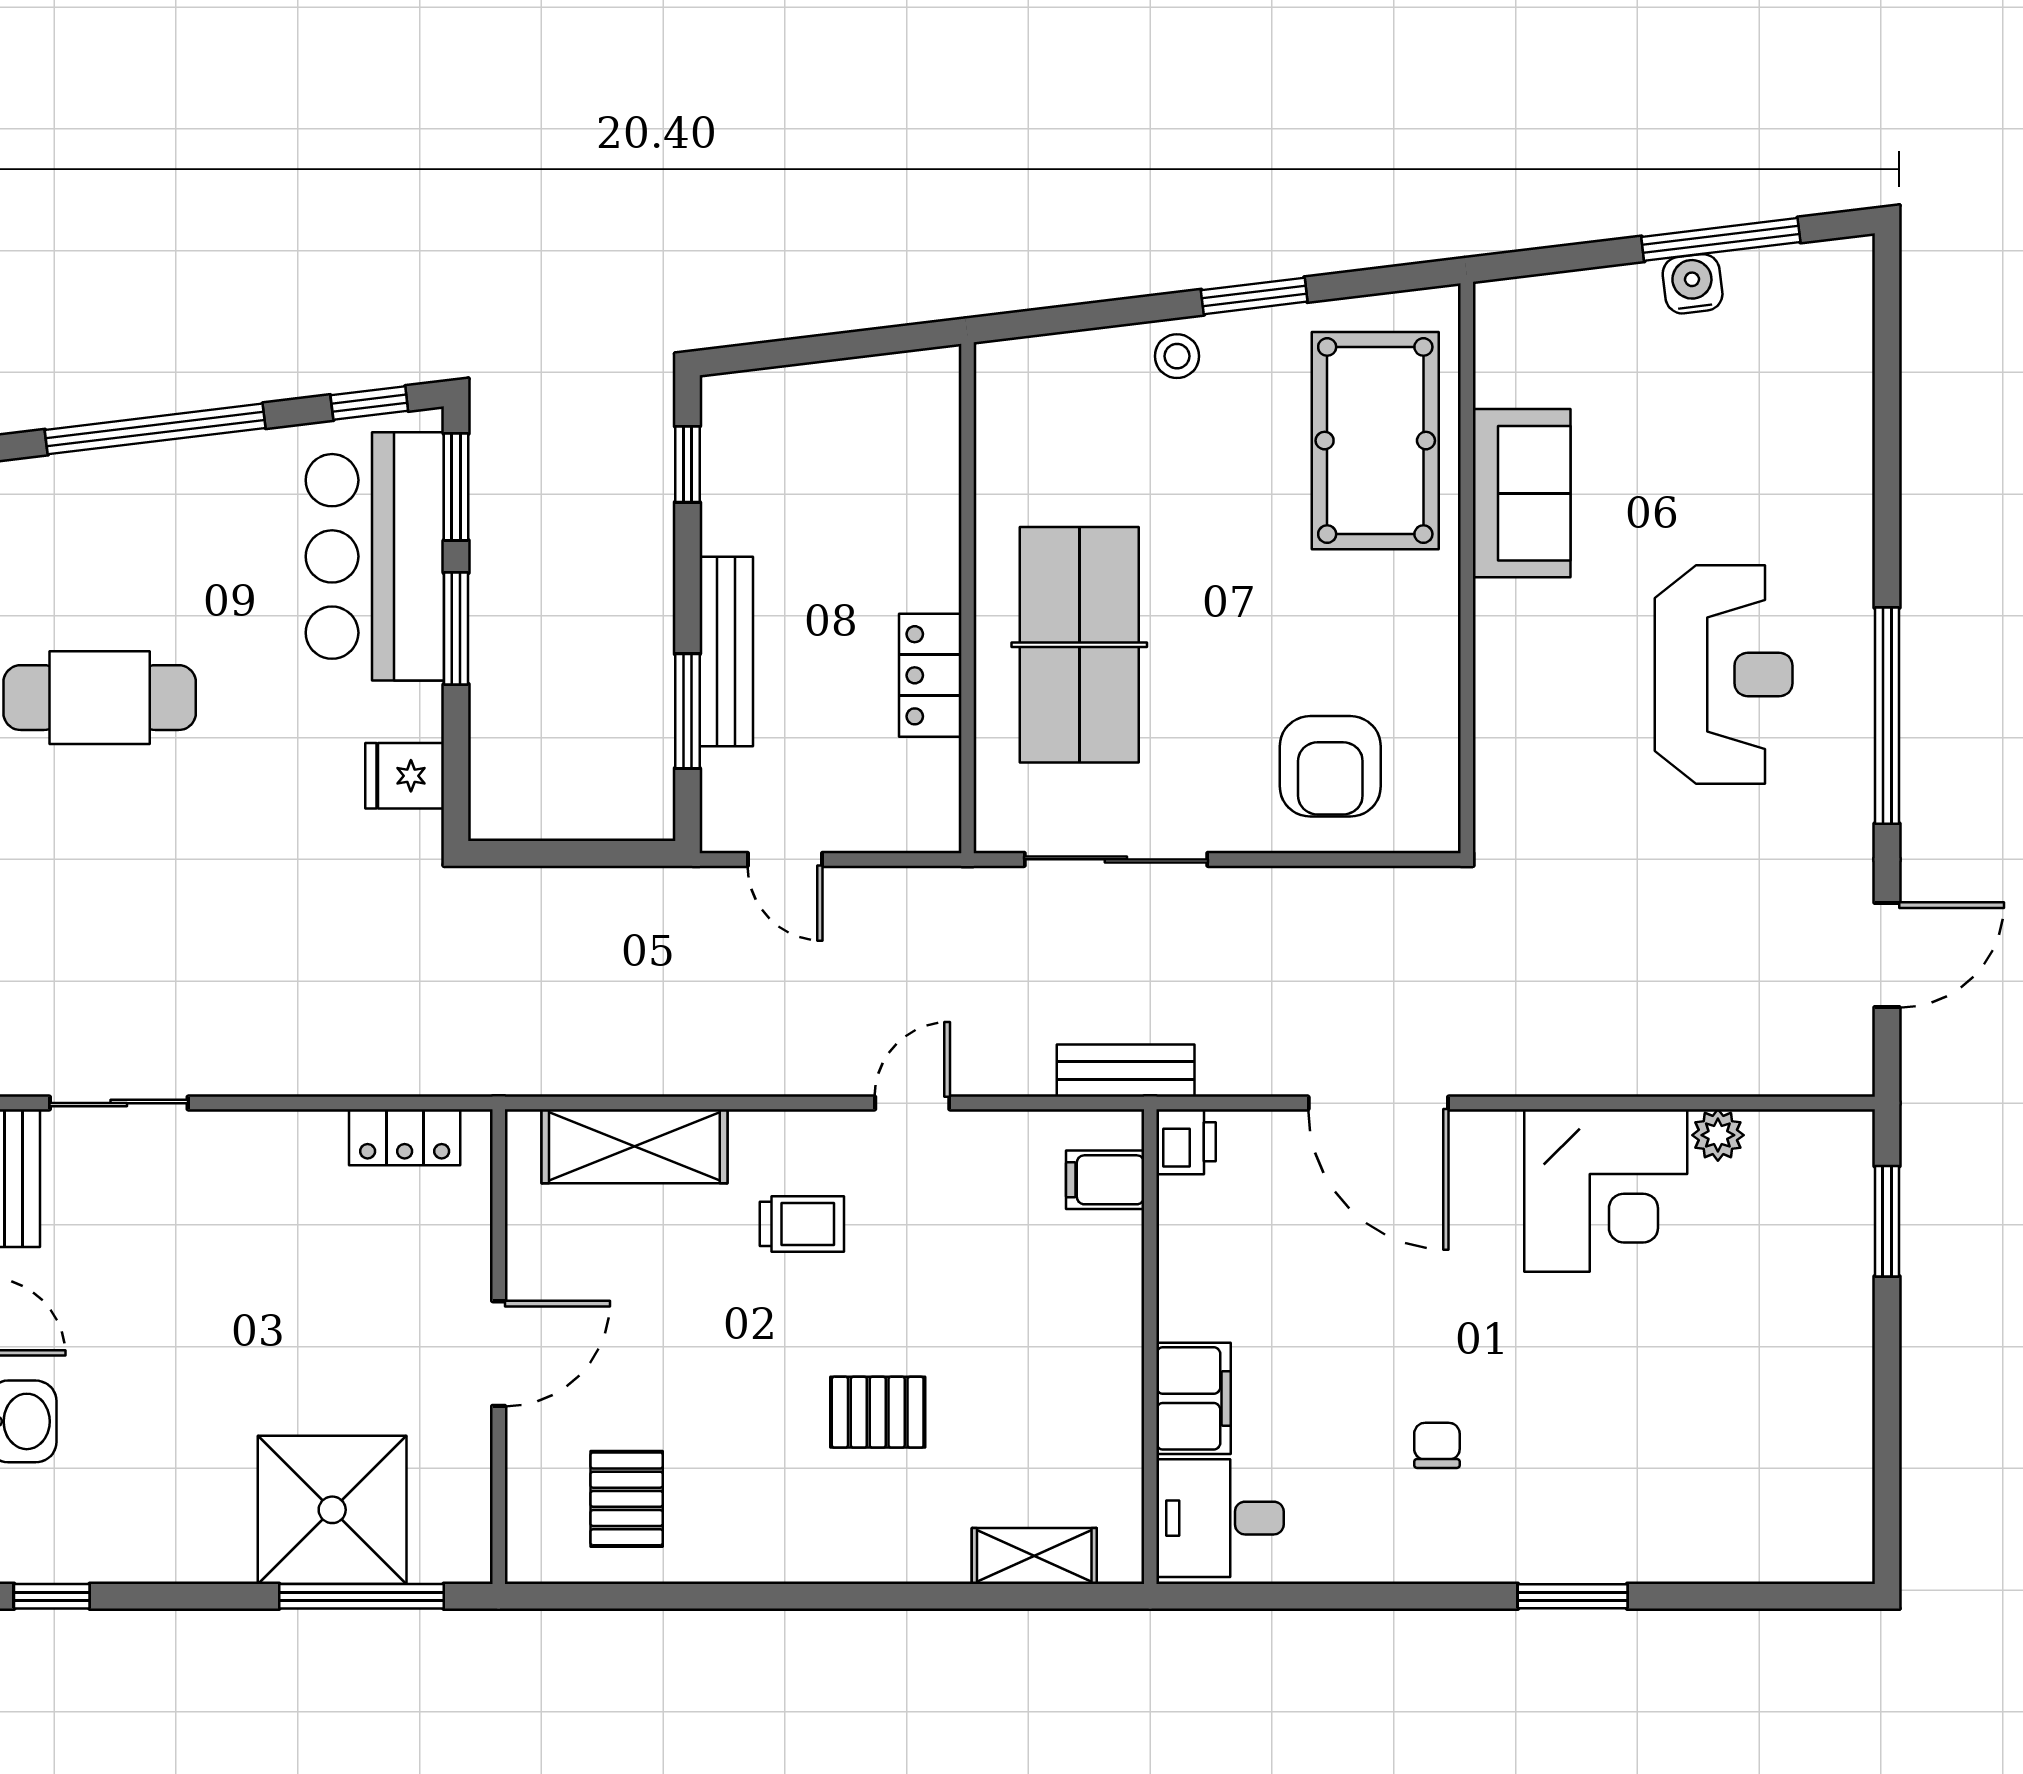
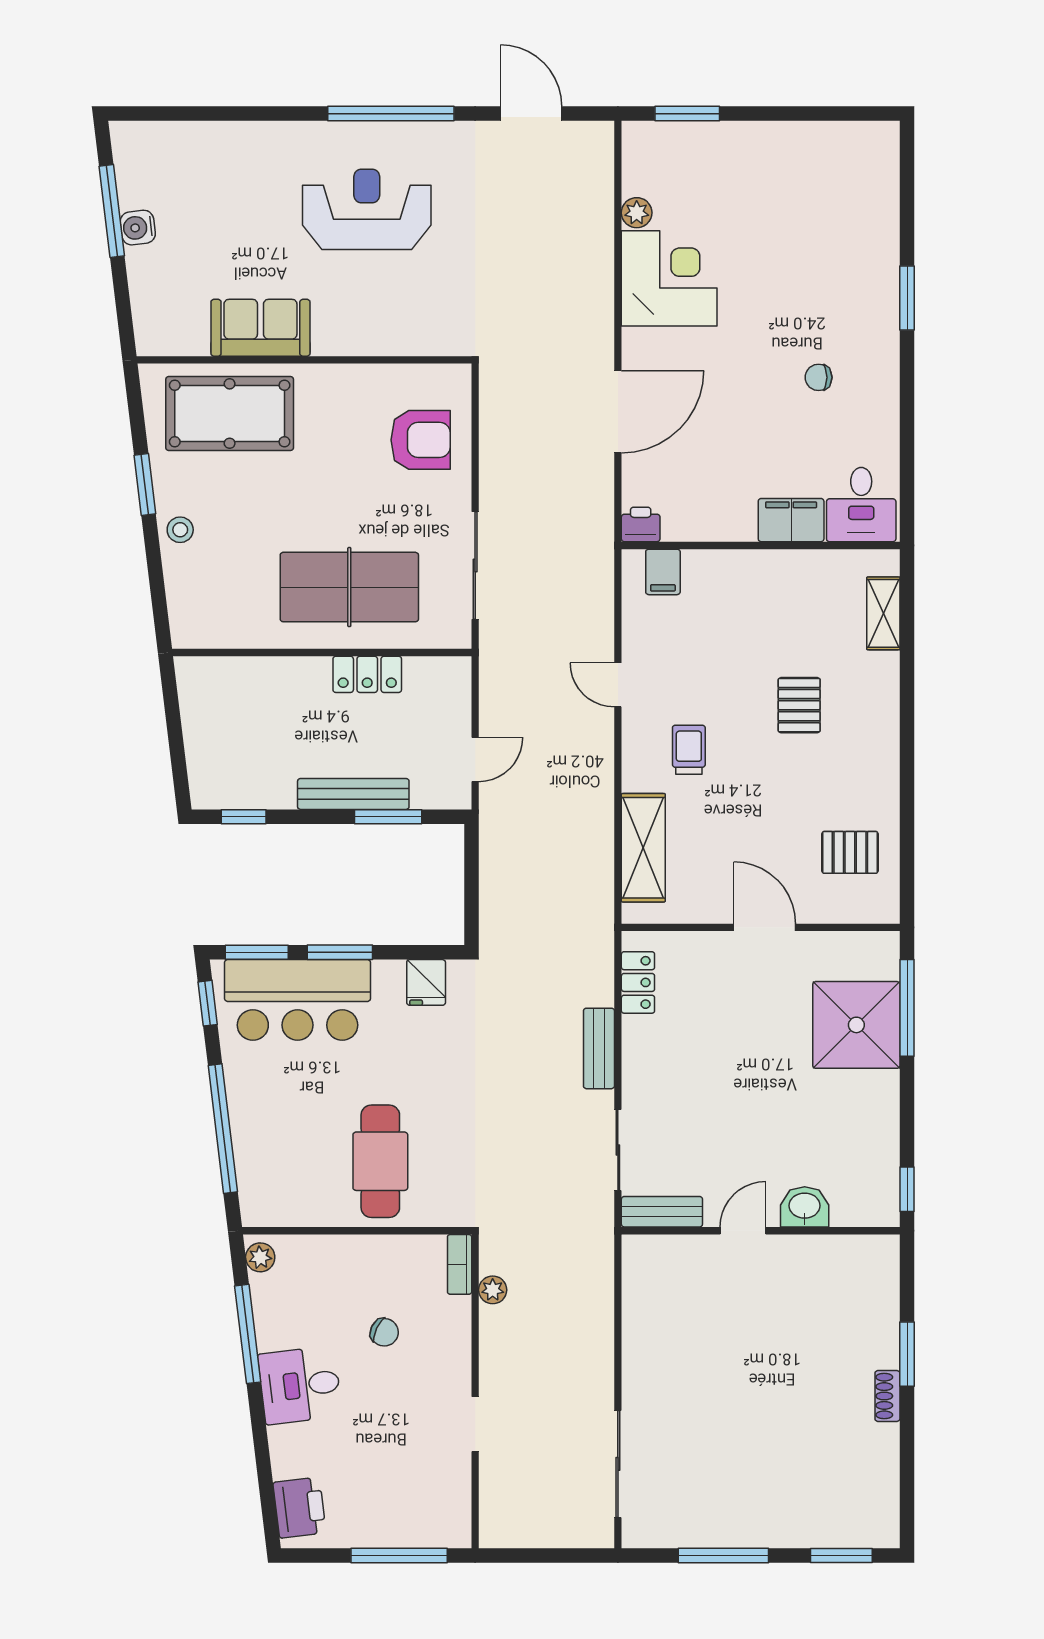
bench: (1126, 1071) -> (599, 1048), moved

